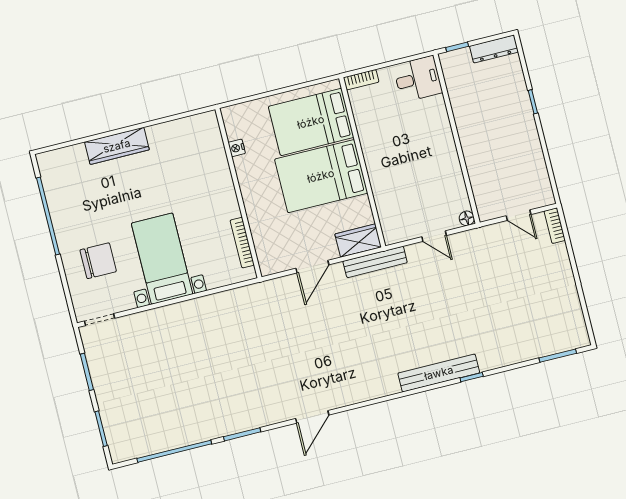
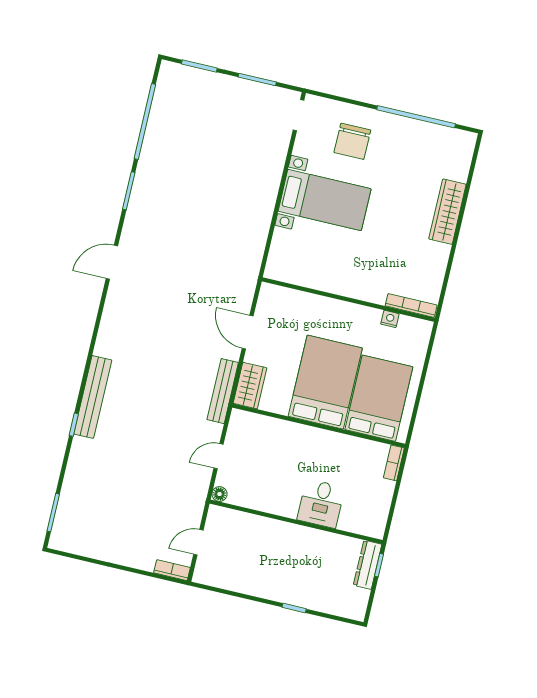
dresser: (494, 49) -> (368, 565), moved
desk: (418, 79) -> (321, 504), moved
bookcase: (242, 243) -> (411, 305), moved
door: (312, 417) -> (112, 262), hinge flipped

